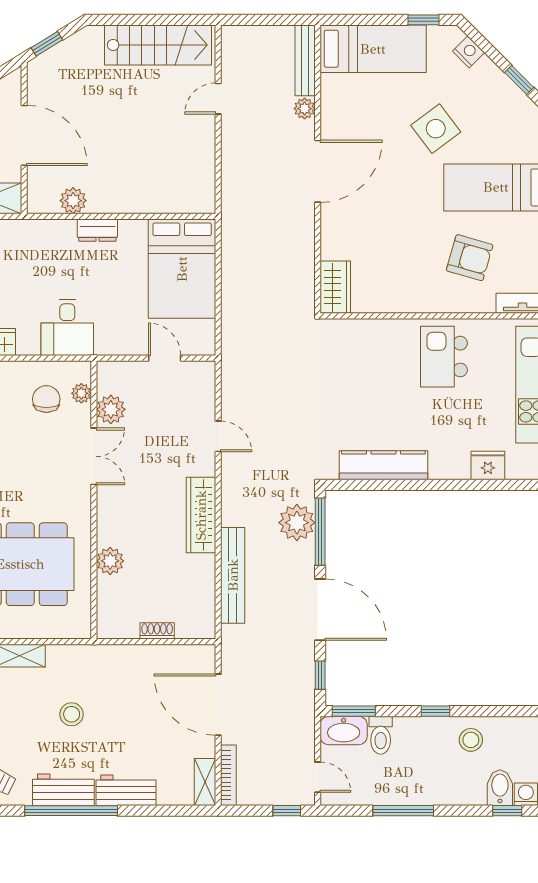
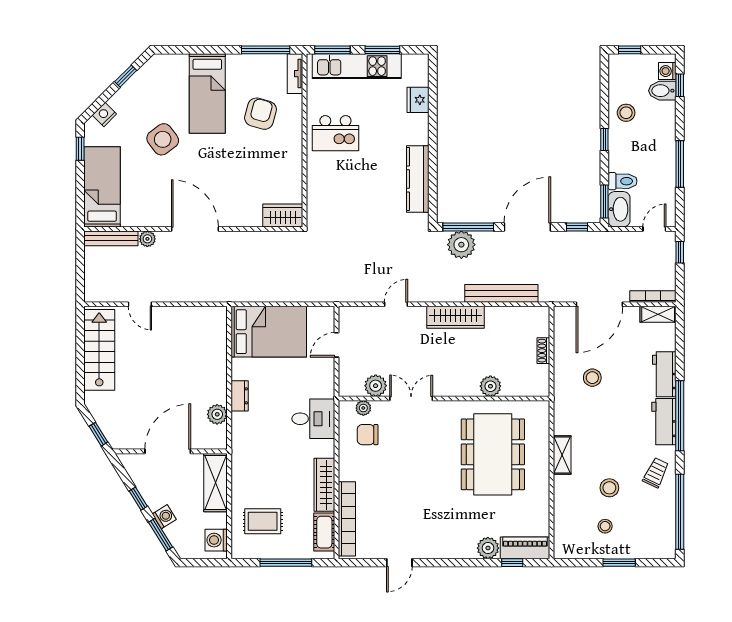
stool: (72, 714) -> (592, 378), moved

